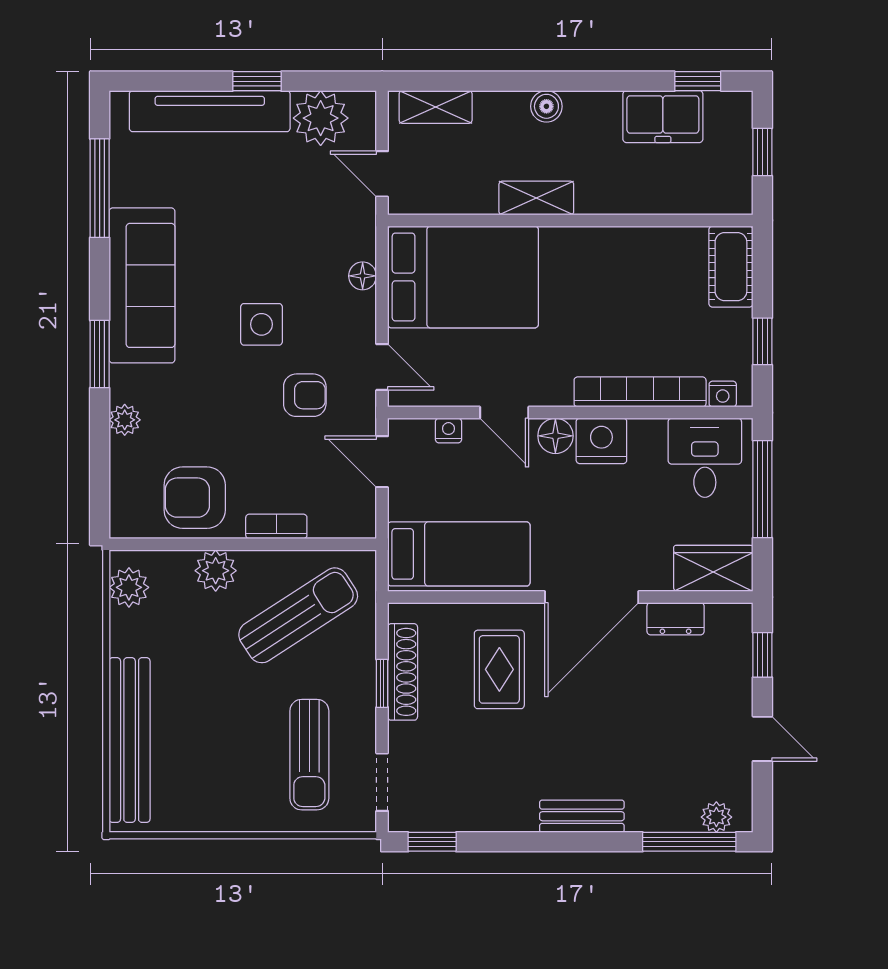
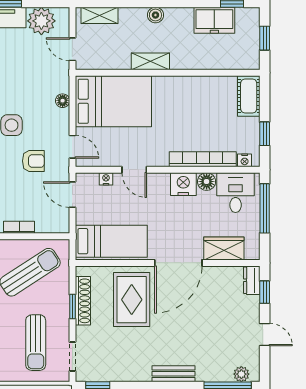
floor lamp: (555, 436) -> (207, 182), moved
wardrobe: (713, 568) -> (224, 248), moved
dresser: (676, 619) -> (252, 280), moved, turned 90
rug: (499, 669) -> (132, 300), width x1.36, depth x1.43

